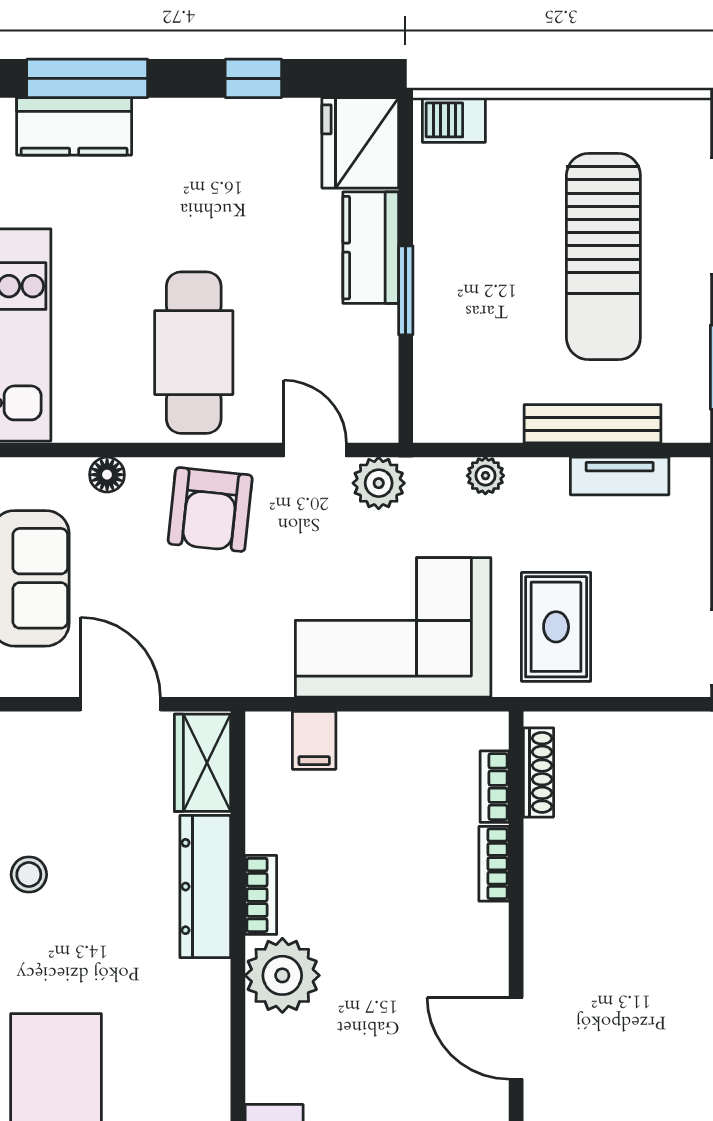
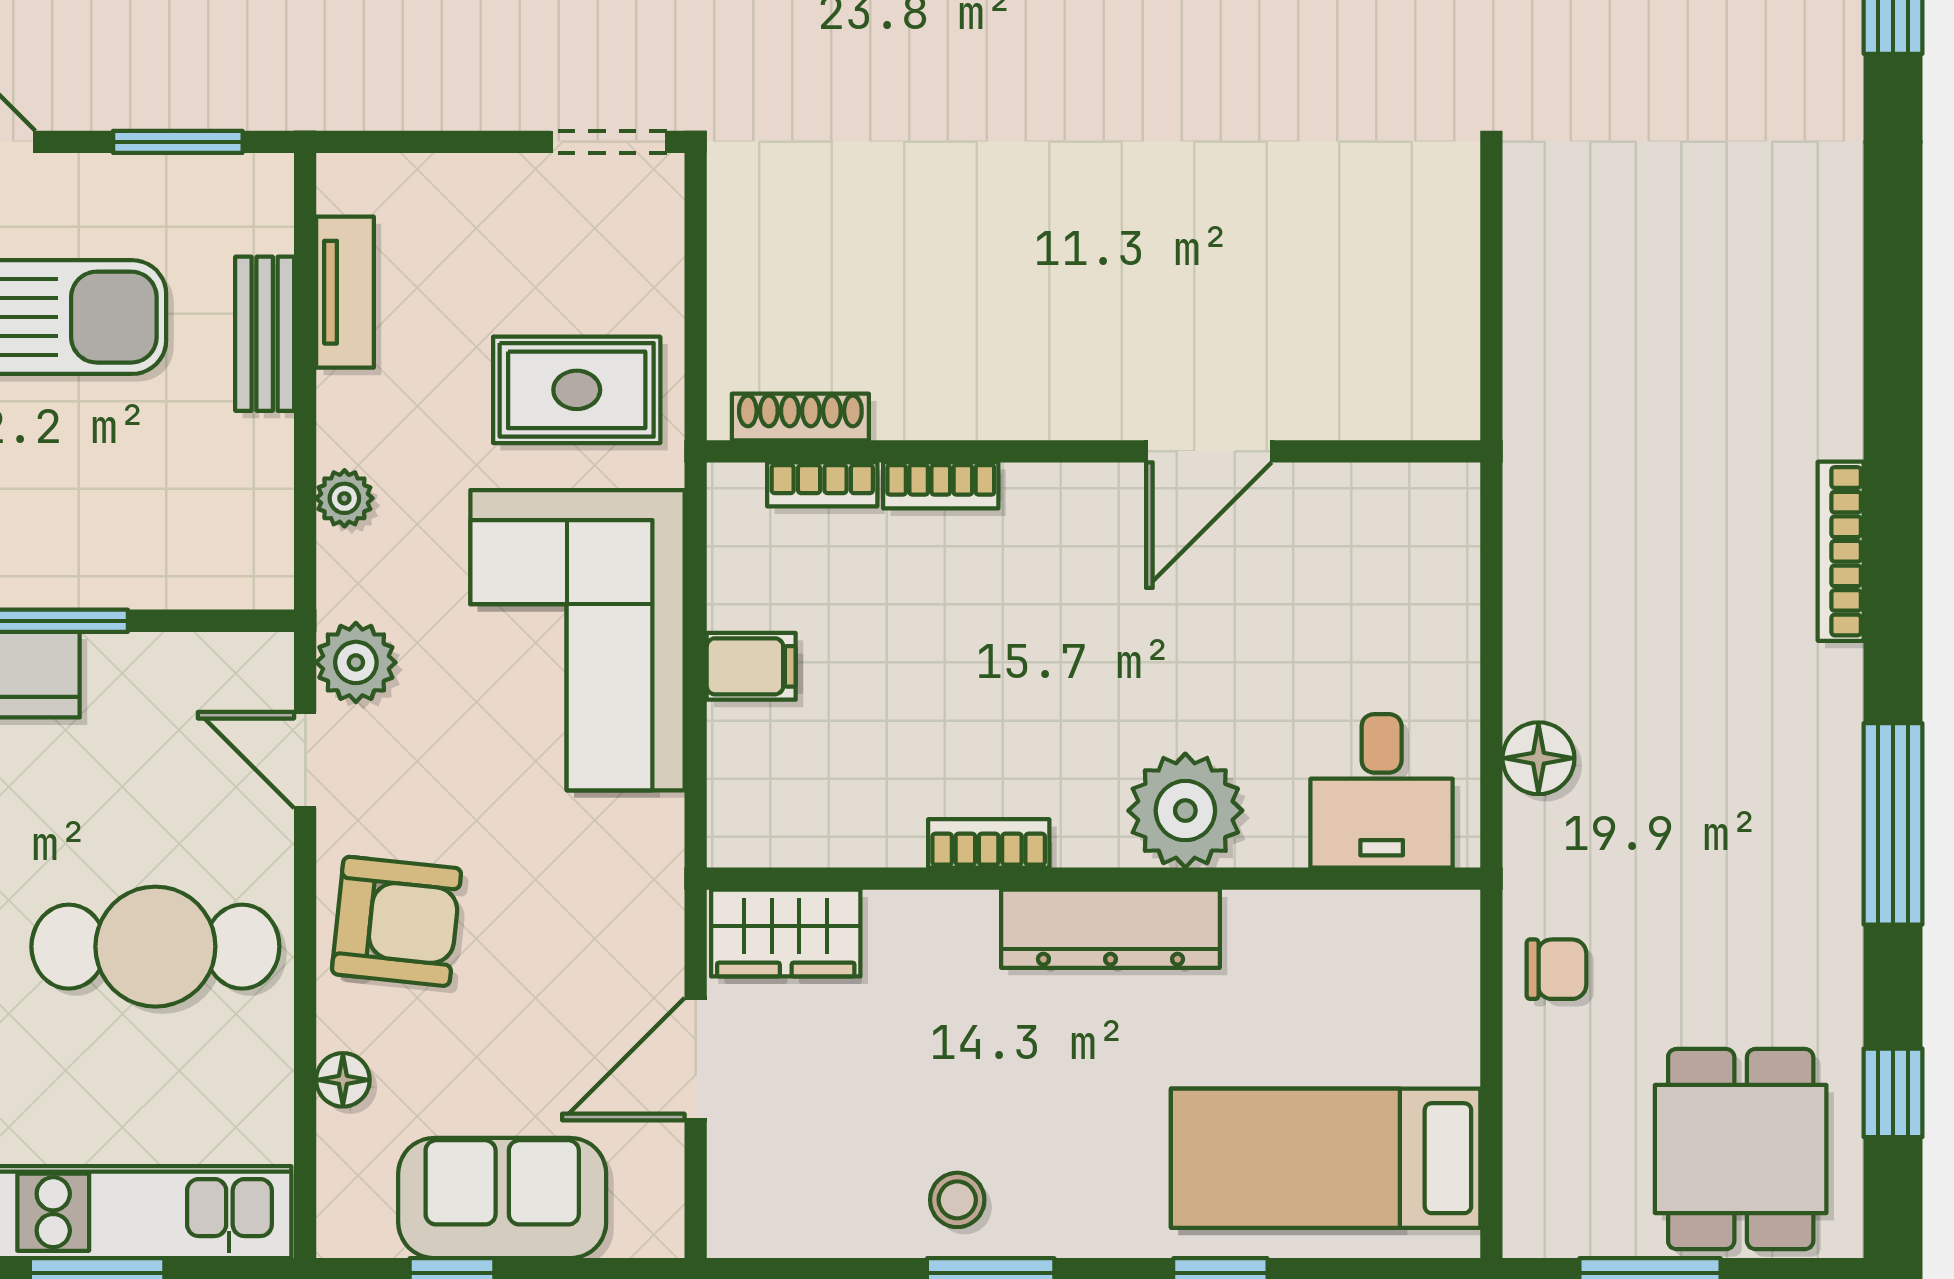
bench: (593, 424) -> (265, 334), width x0.73
door: (315, 450) -> (305, 760), hinge flipped
filing cabinet: (314, 740) -> (751, 666), moved
dresser: (205, 887) -> (1110, 929), moved
plant: (282, 975) -> (1185, 811), moved

